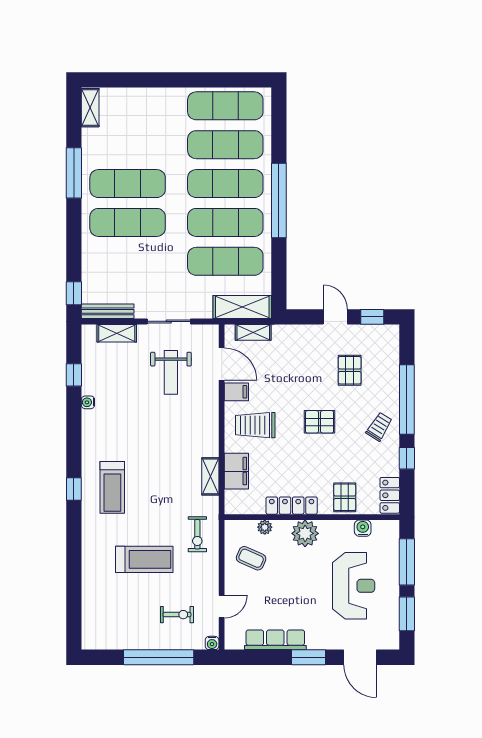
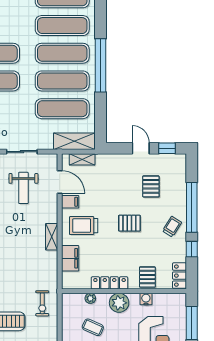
shelving: (210, 476) -> (52, 237), moved
water cooler: (363, 528) -> (146, 299), moved
coffee table: (251, 558) -> (93, 327), moved

